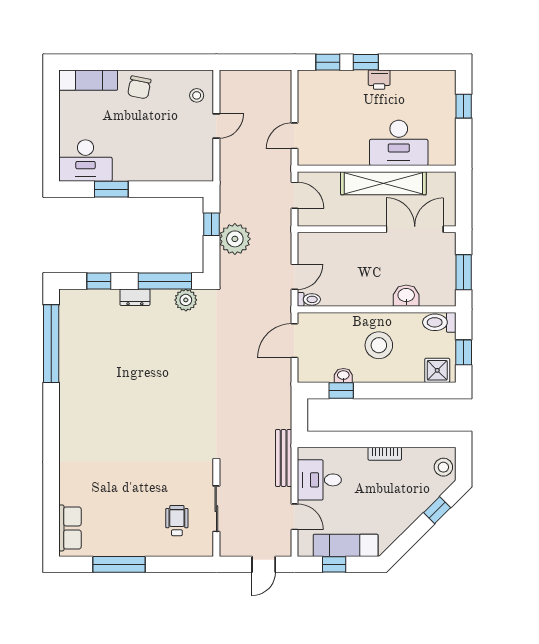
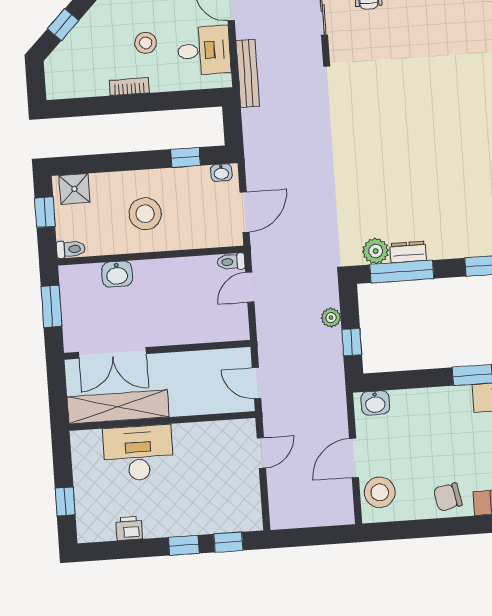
printer: (379, 80) -> (129, 528), moved
chair: (139, 87) -> (448, 497), turned -112
stool: (197, 95) -> (380, 492), width x1.89, depth x1.89
door: (216, 126) -> (354, 458), width x1.38
washbasin: (195, 171) -> (375, 403), added
shelving: (383, 183) -> (118, 407), moved
plant: (235, 239) -> (331, 318), width x0.53, depth x0.53
dresser: (135, 297) -> (408, 252), moved
toilet: (439, 322) -> (71, 249), width x0.73, depth x0.72
washbasin: (343, 375) -> (221, 173), moved
stool: (443, 467) -> (146, 43), moved

